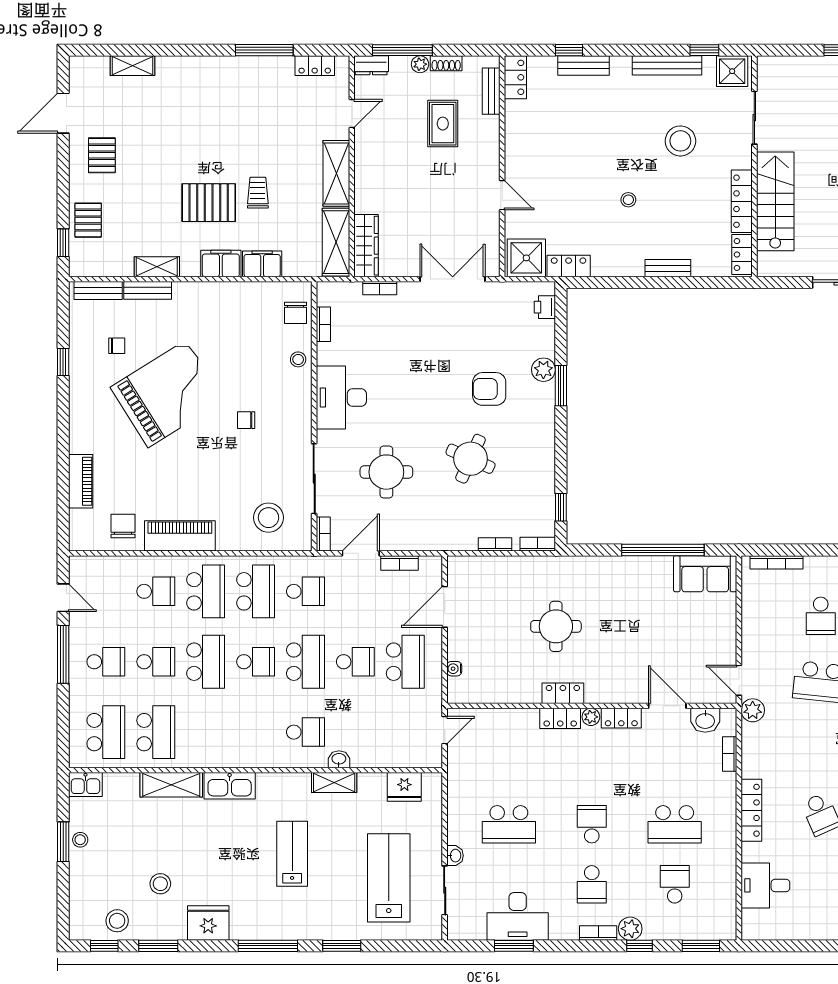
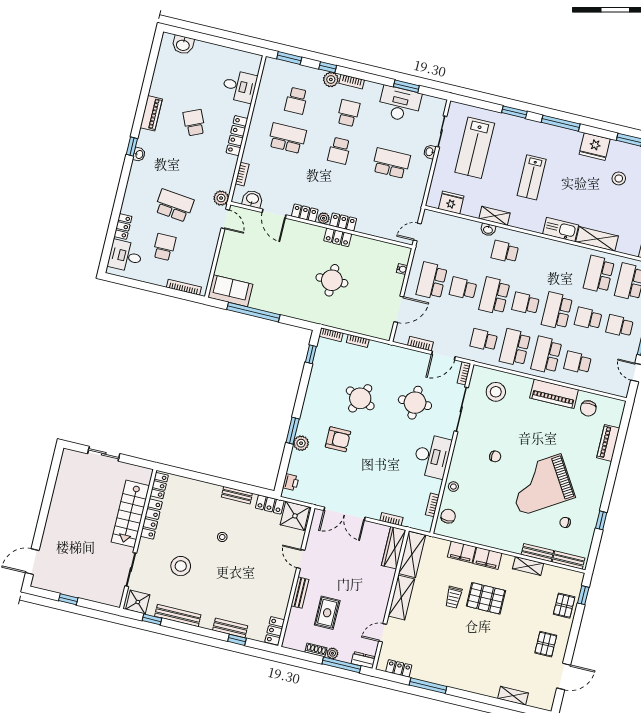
bench: (491, 91) -> (300, 593), moved
bench: (668, 268) -> (237, 495), moved

